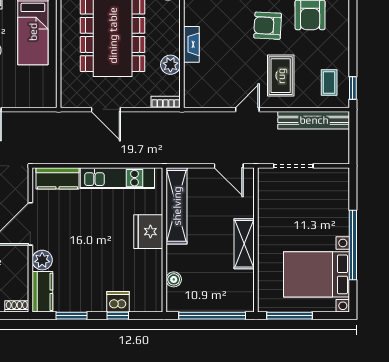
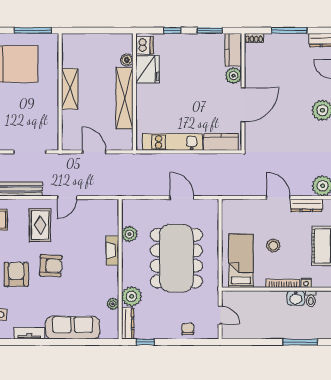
bookcase: (166, 102) -> (133, 204), removed
door: (229, 166) -> (94, 152), moved
shelving: (177, 206) -> (125, 98), moved
fridge: (148, 232) -> (148, 69), moved
dishwasher: (118, 302) -> (144, 45), moved, turned -90
window: (212, 316) -> (96, 30), removed

